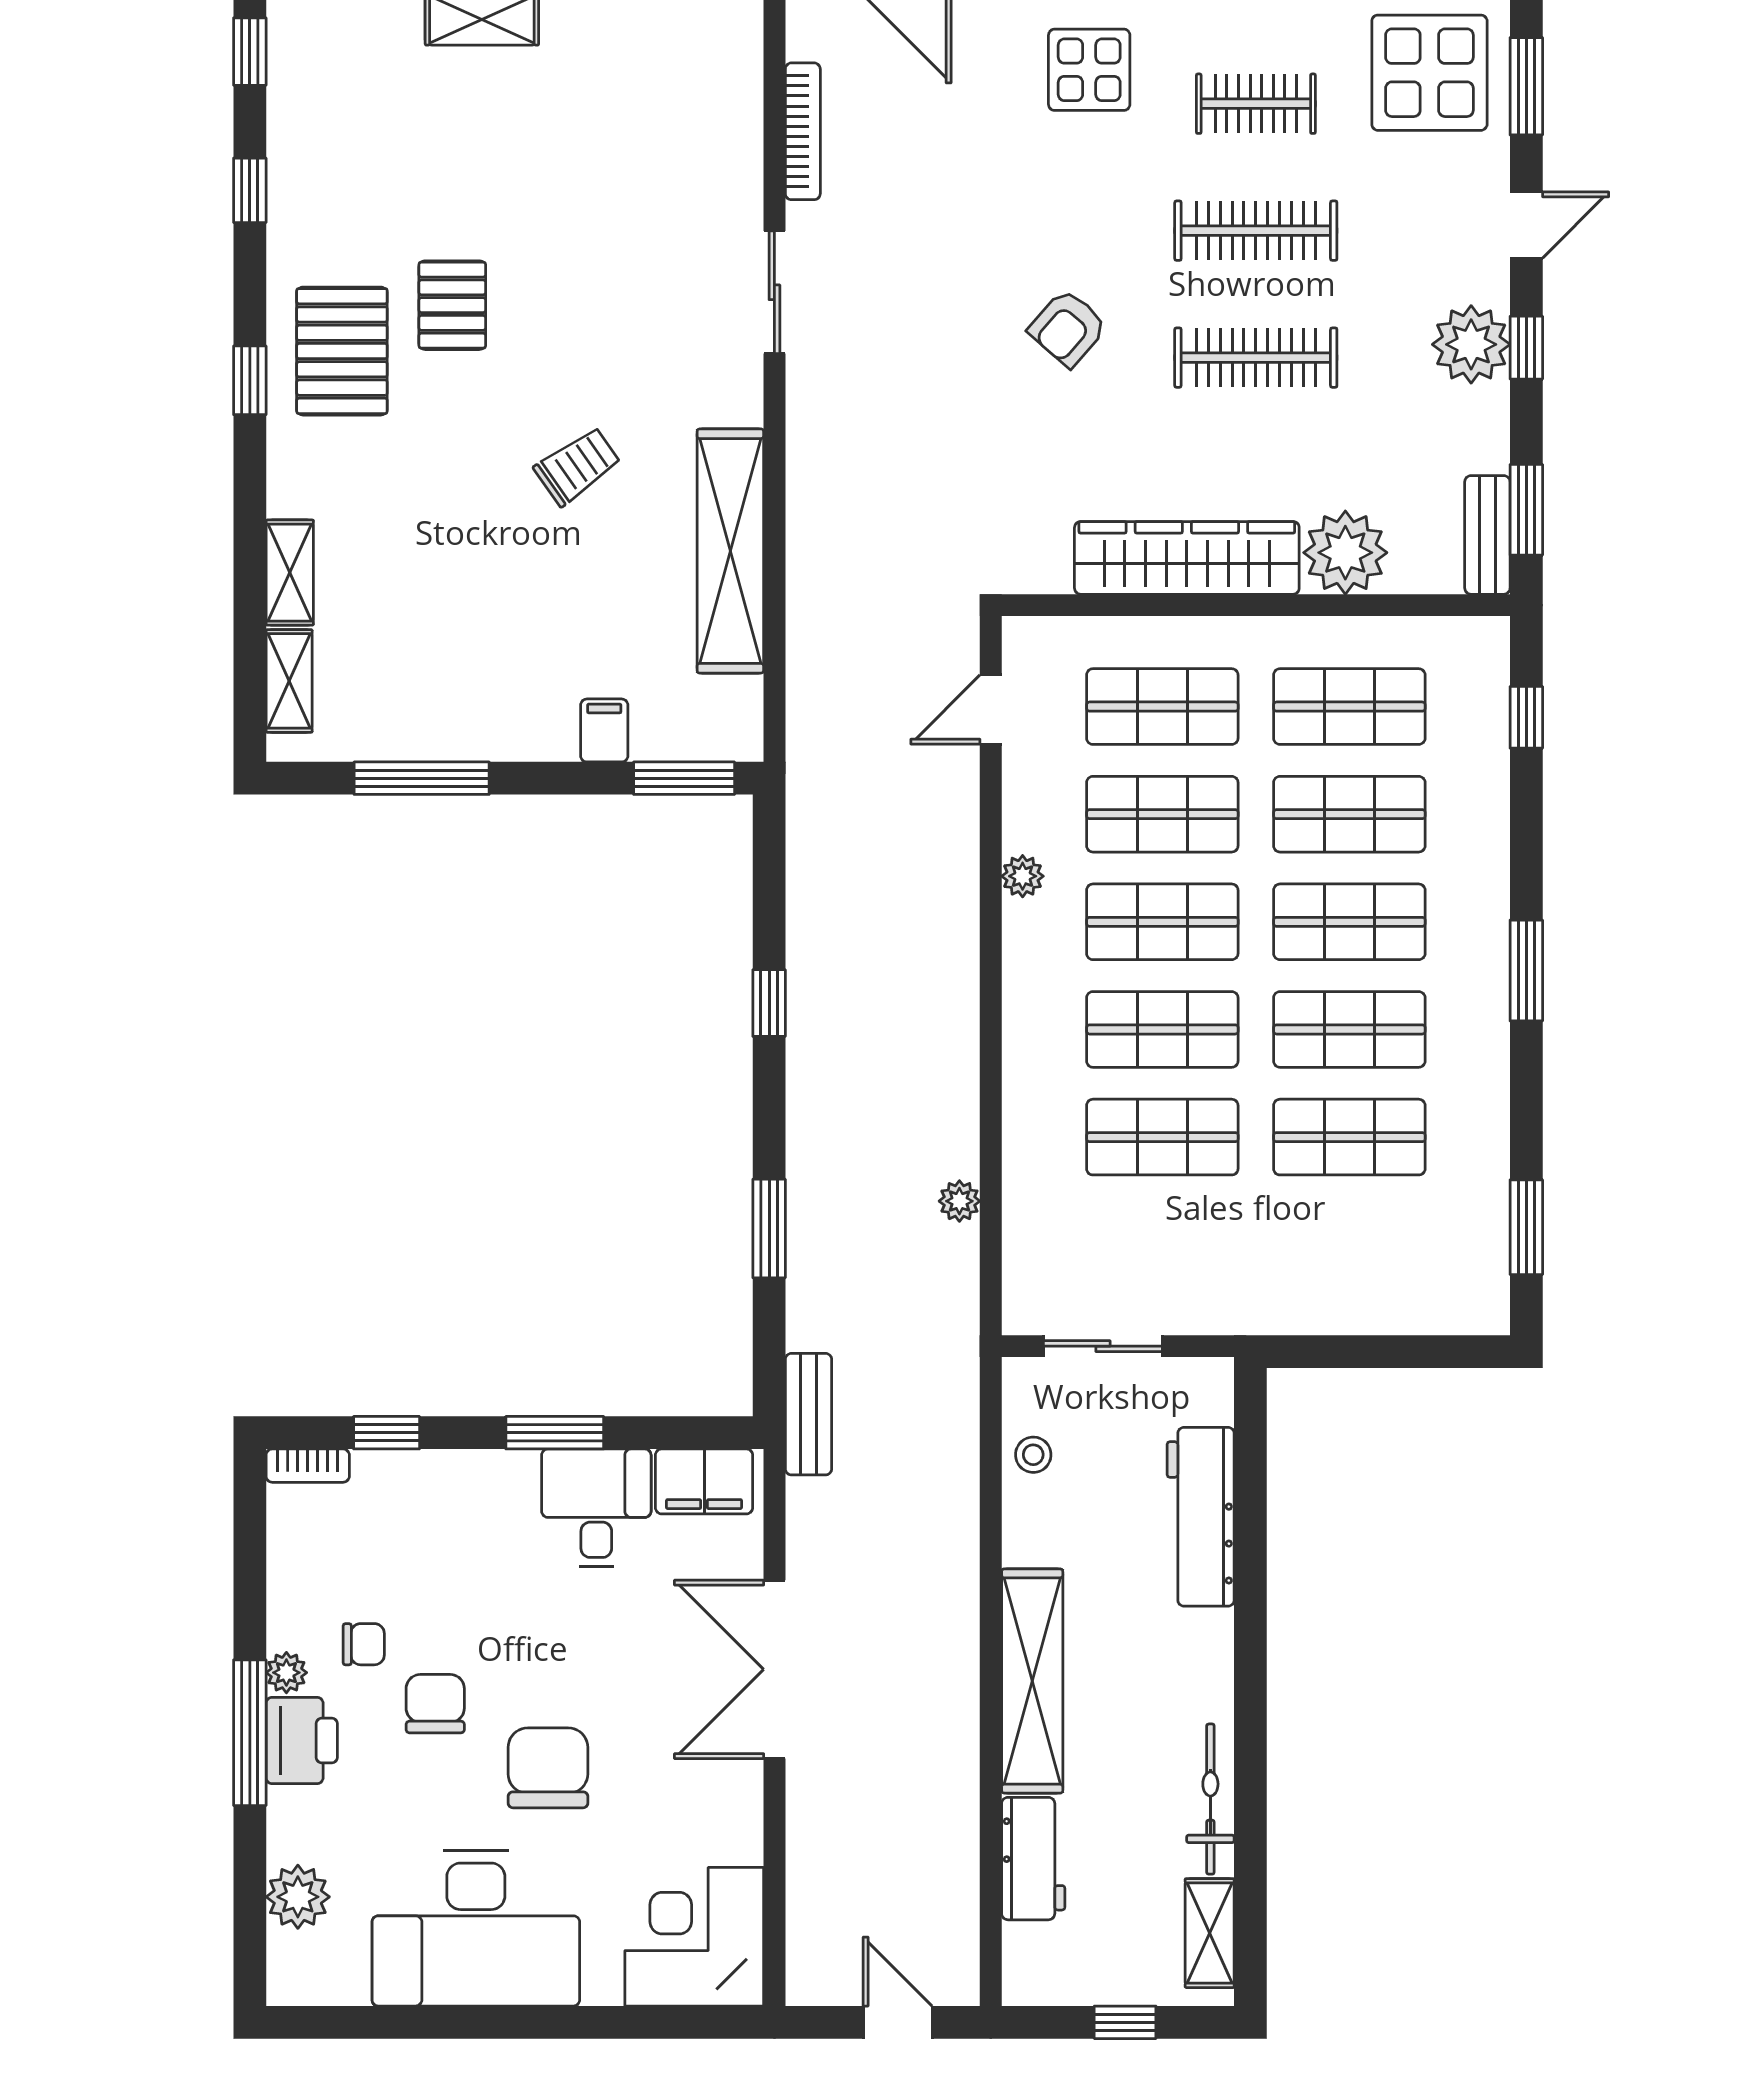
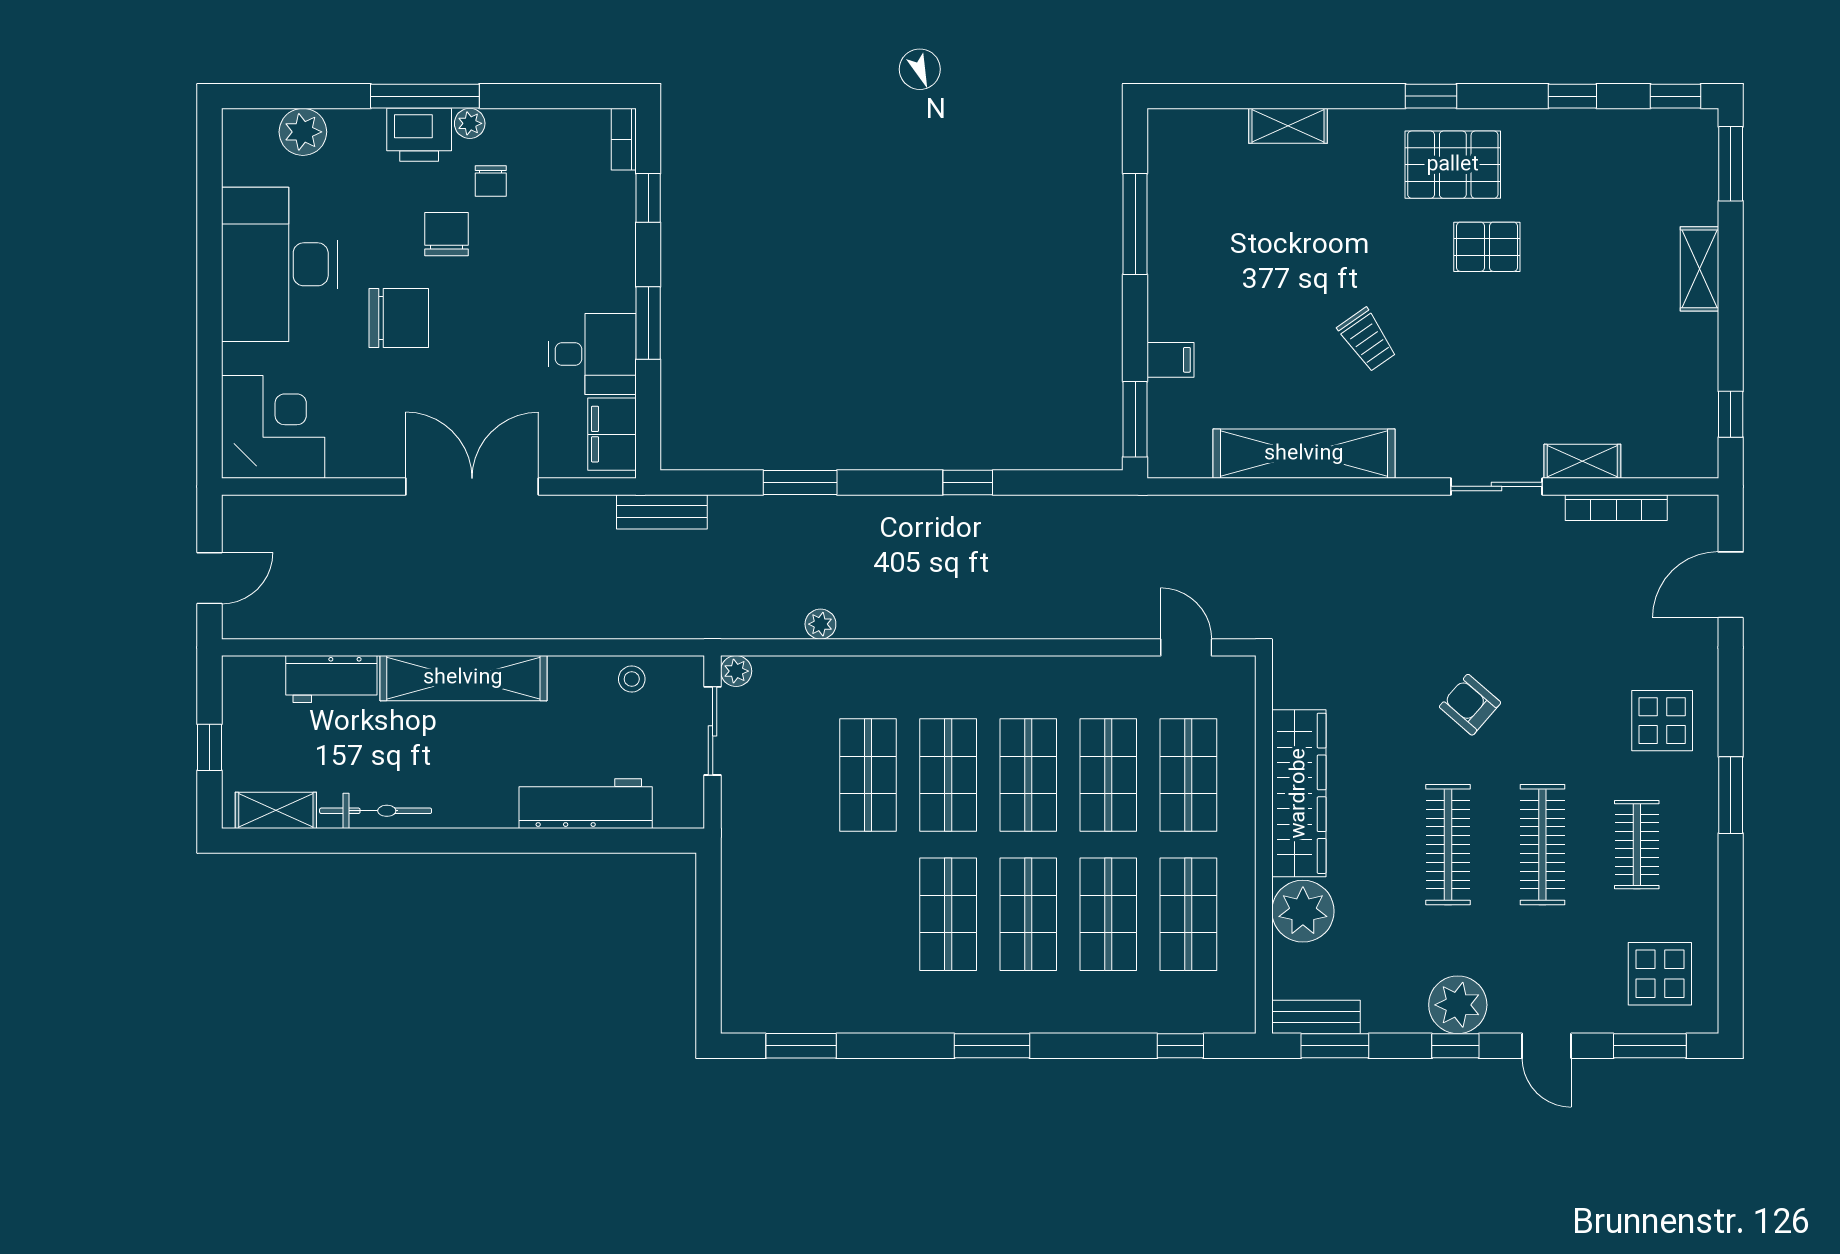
display table: (1429, 73) -> (1660, 974), width x0.73, depth x0.73
shelving: (289, 681) -> (1582, 461), moved
plant: (1023, 876) -> (736, 671), moved
shop shelf: (1349, 1137) -> (868, 914), removed
chair: (435, 1704) -> (447, 234), turned -90

